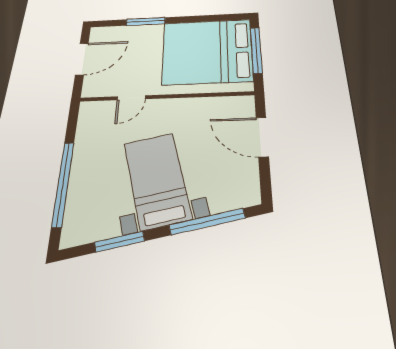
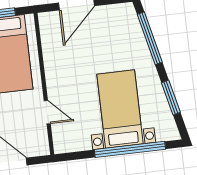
bed with nightstands: (157, 180) -> (120, 109), moved, turned 103

